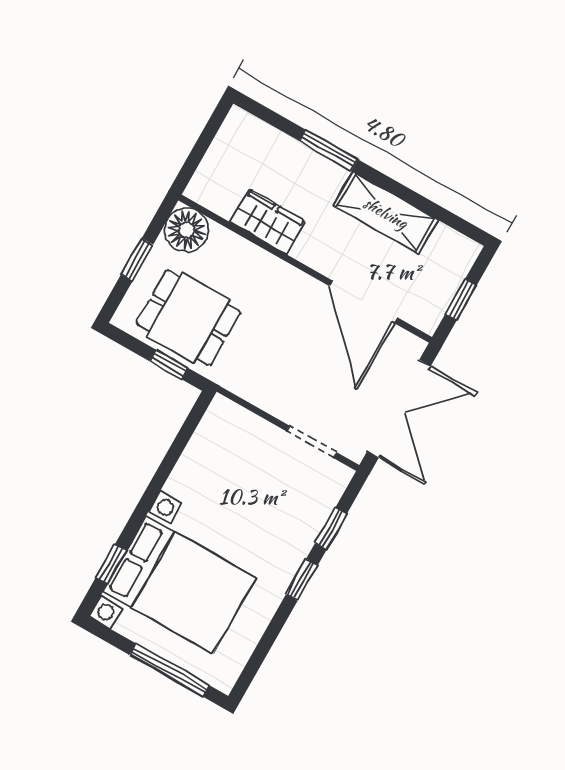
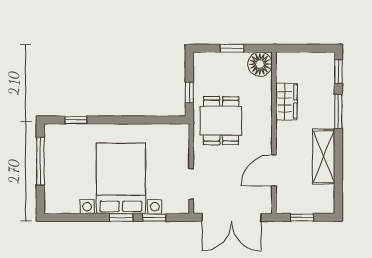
window: (267, 115) -> (338, 71), added
door: (363, 302) -> (274, 170), width x0.73
dining table: (188, 318) -> (221, 121), moved
bed with nightstands: (180, 585) -> (121, 178), moved, turned 180
window: (169, 670) -> (40, 161), moved

